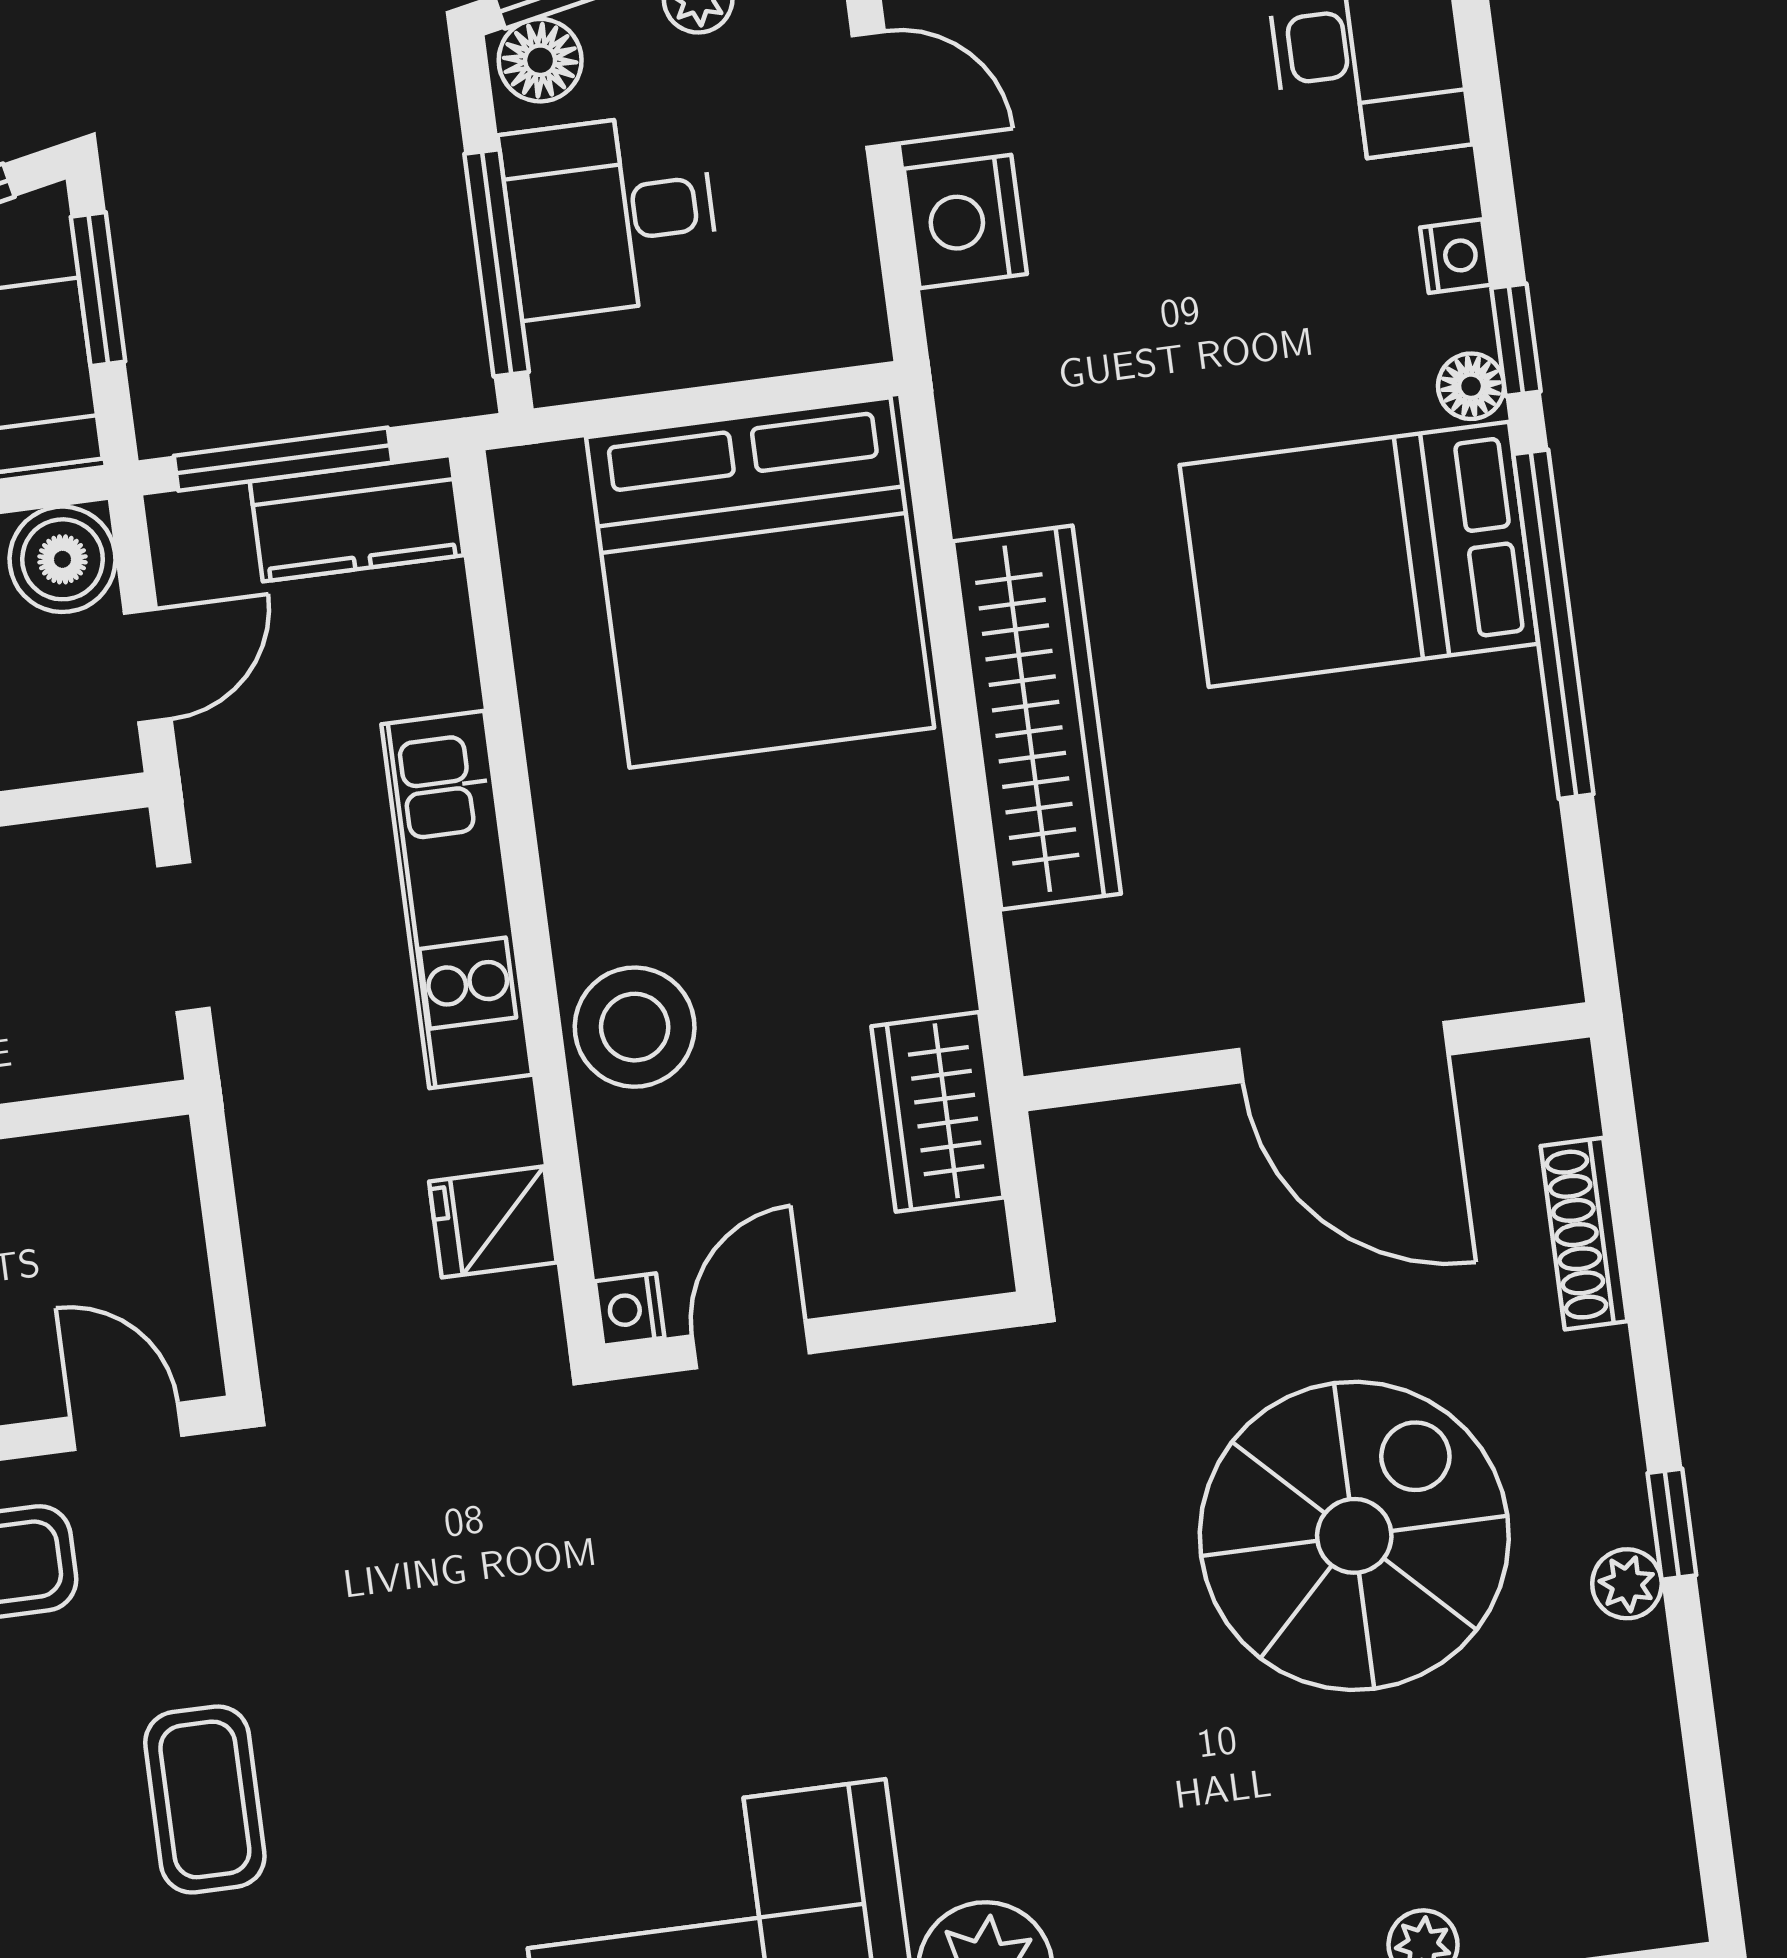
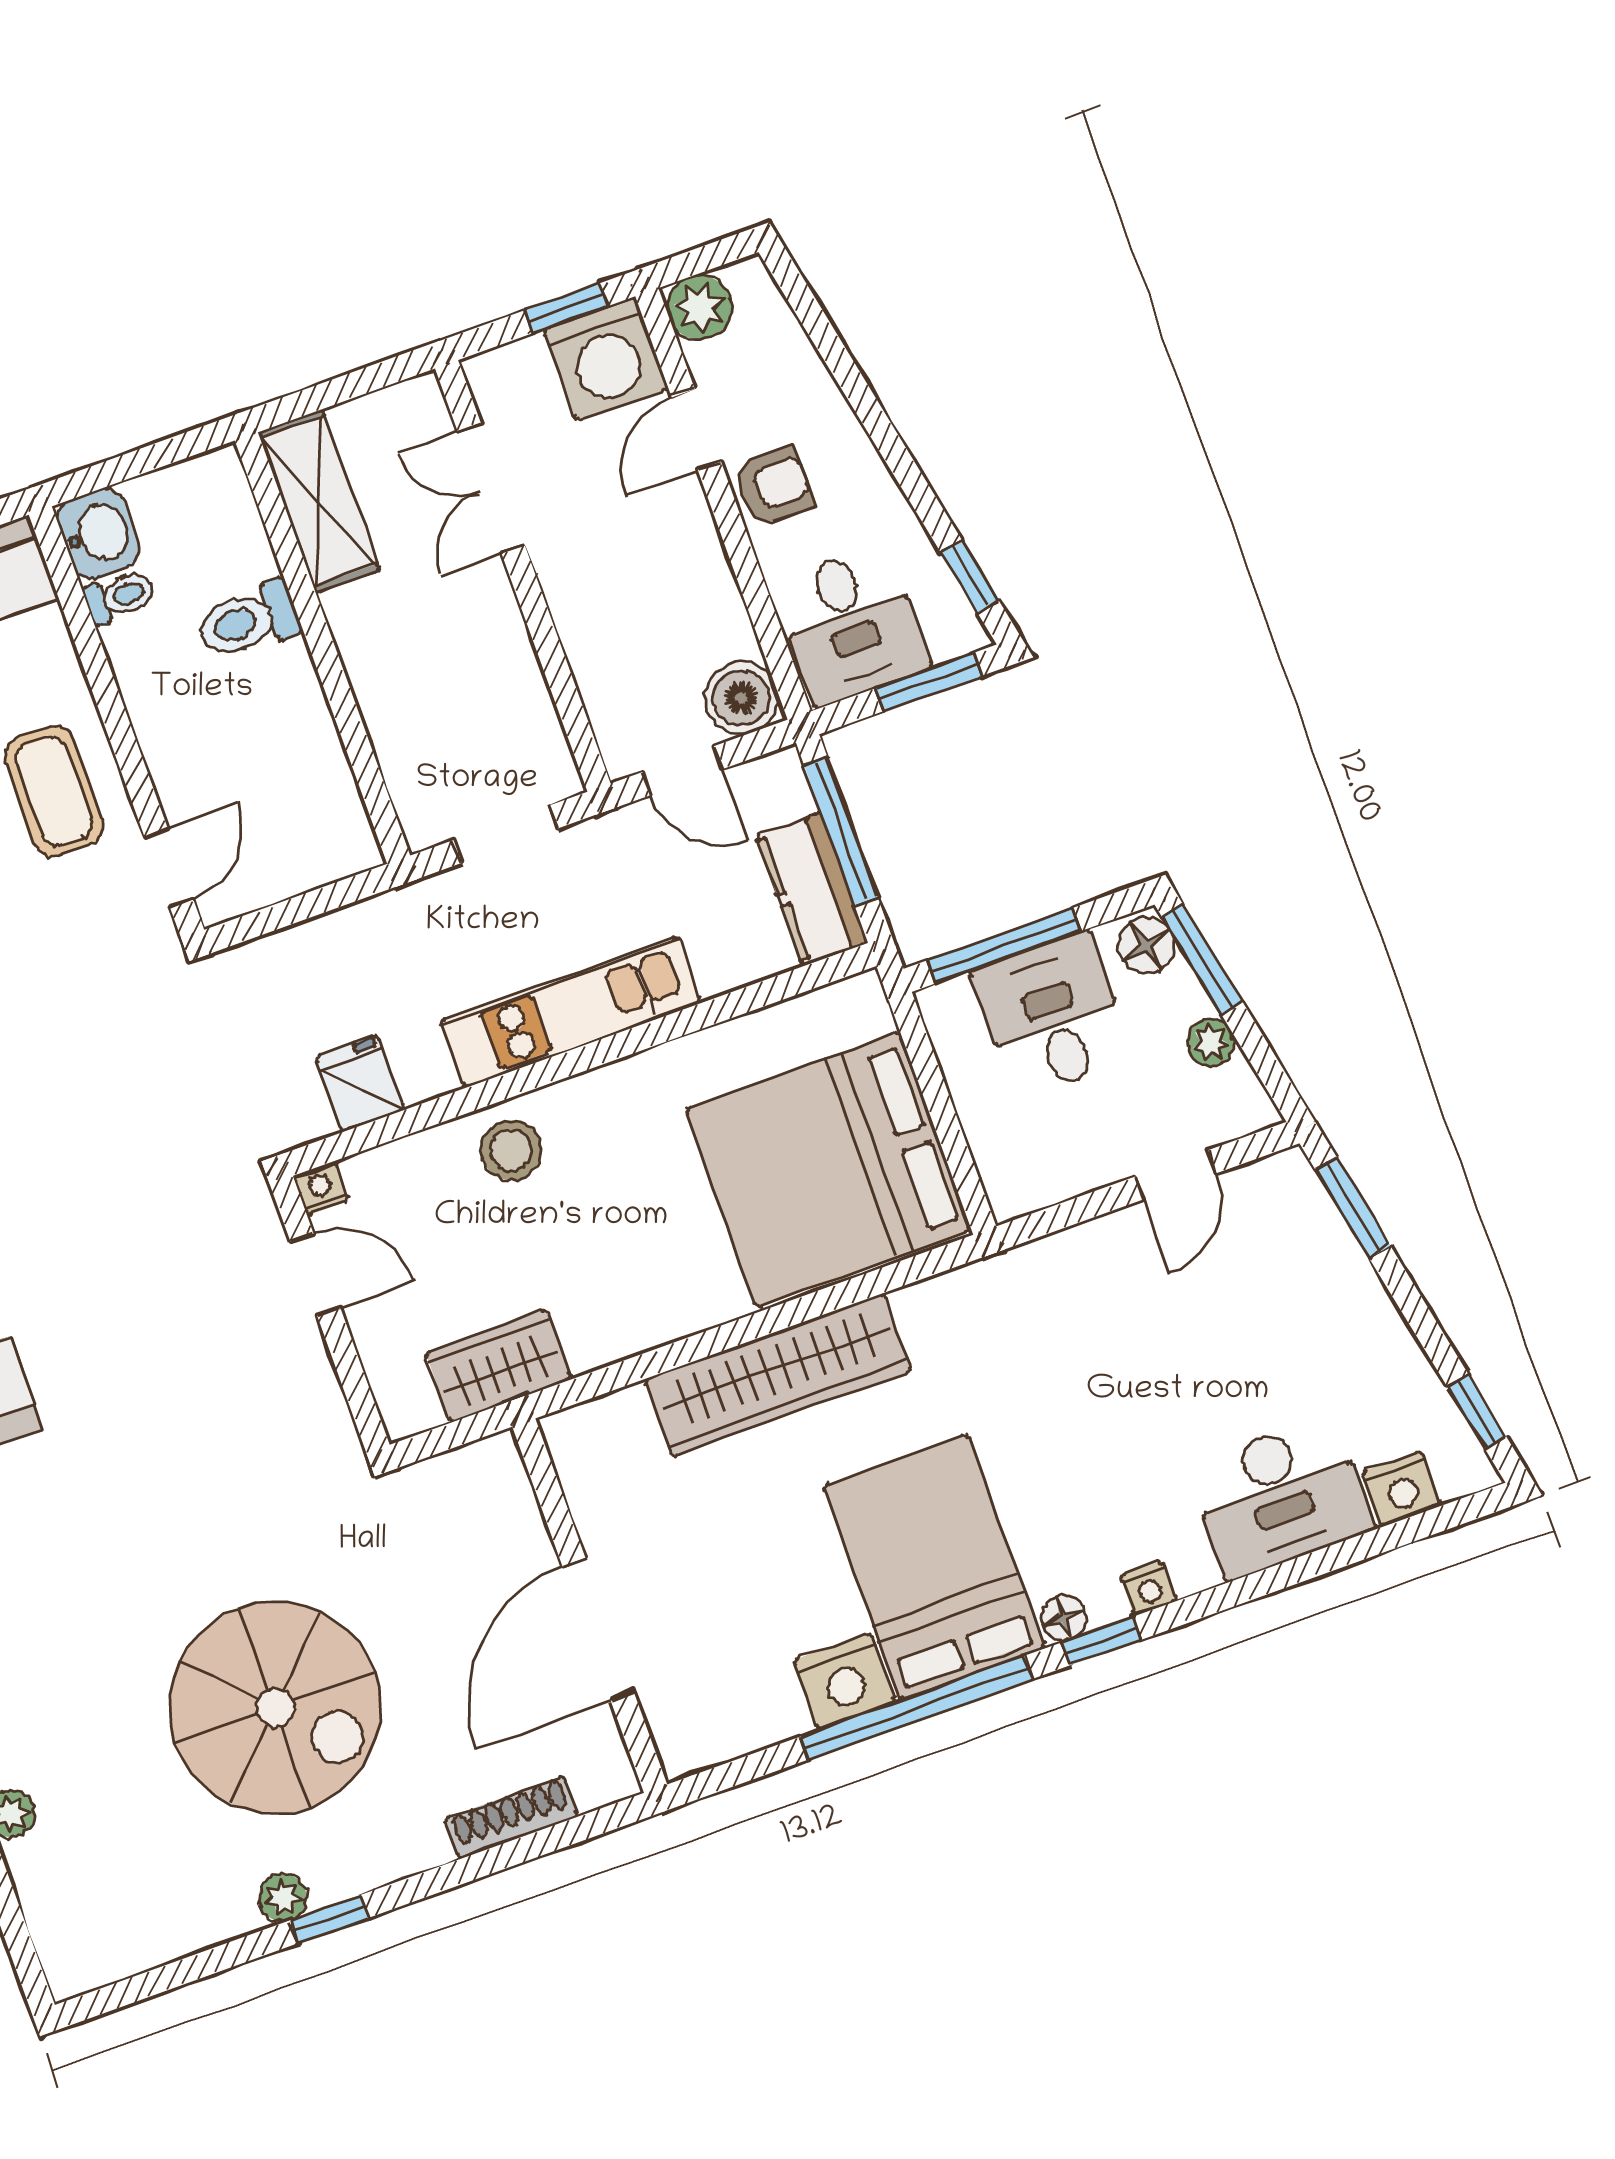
nightstand: (965, 221) -> (845, 1681), moved, turned 180
stool: (635, 1027) -> (511, 1150), width x0.73, depth x0.73

